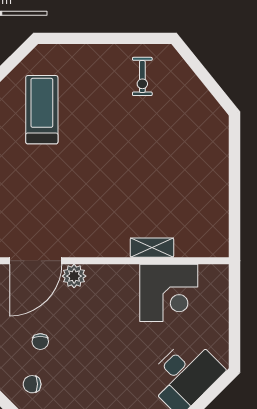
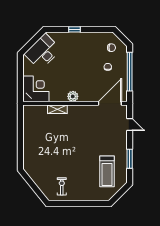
plant: (74, 276) -> (73, 96), moved
corner desk: (169, 293) -> (36, 89), moved, turned 90

